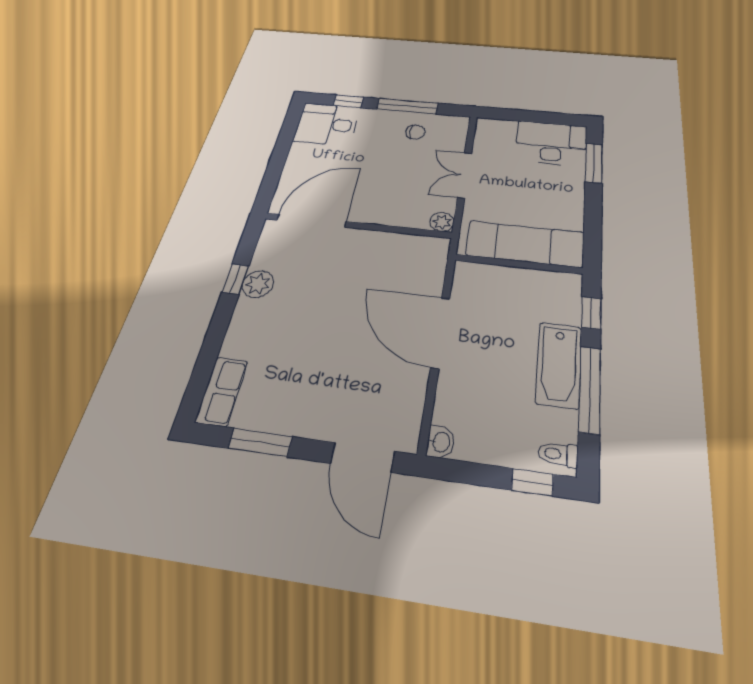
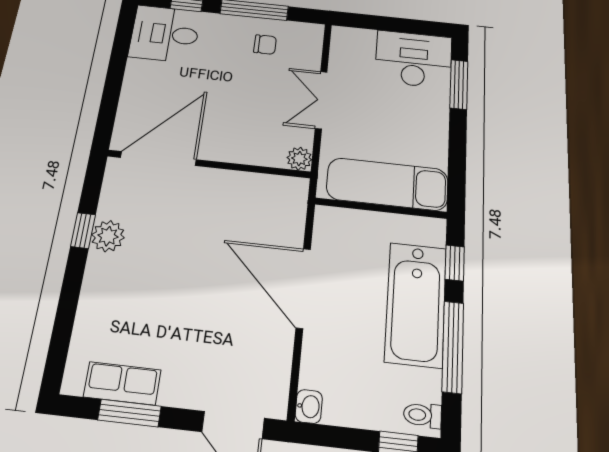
bathtub: (559, 365) -> (416, 304), width x1.36, depth x1.36
row of seats: (222, 391) -> (122, 383), moved, turned -90

